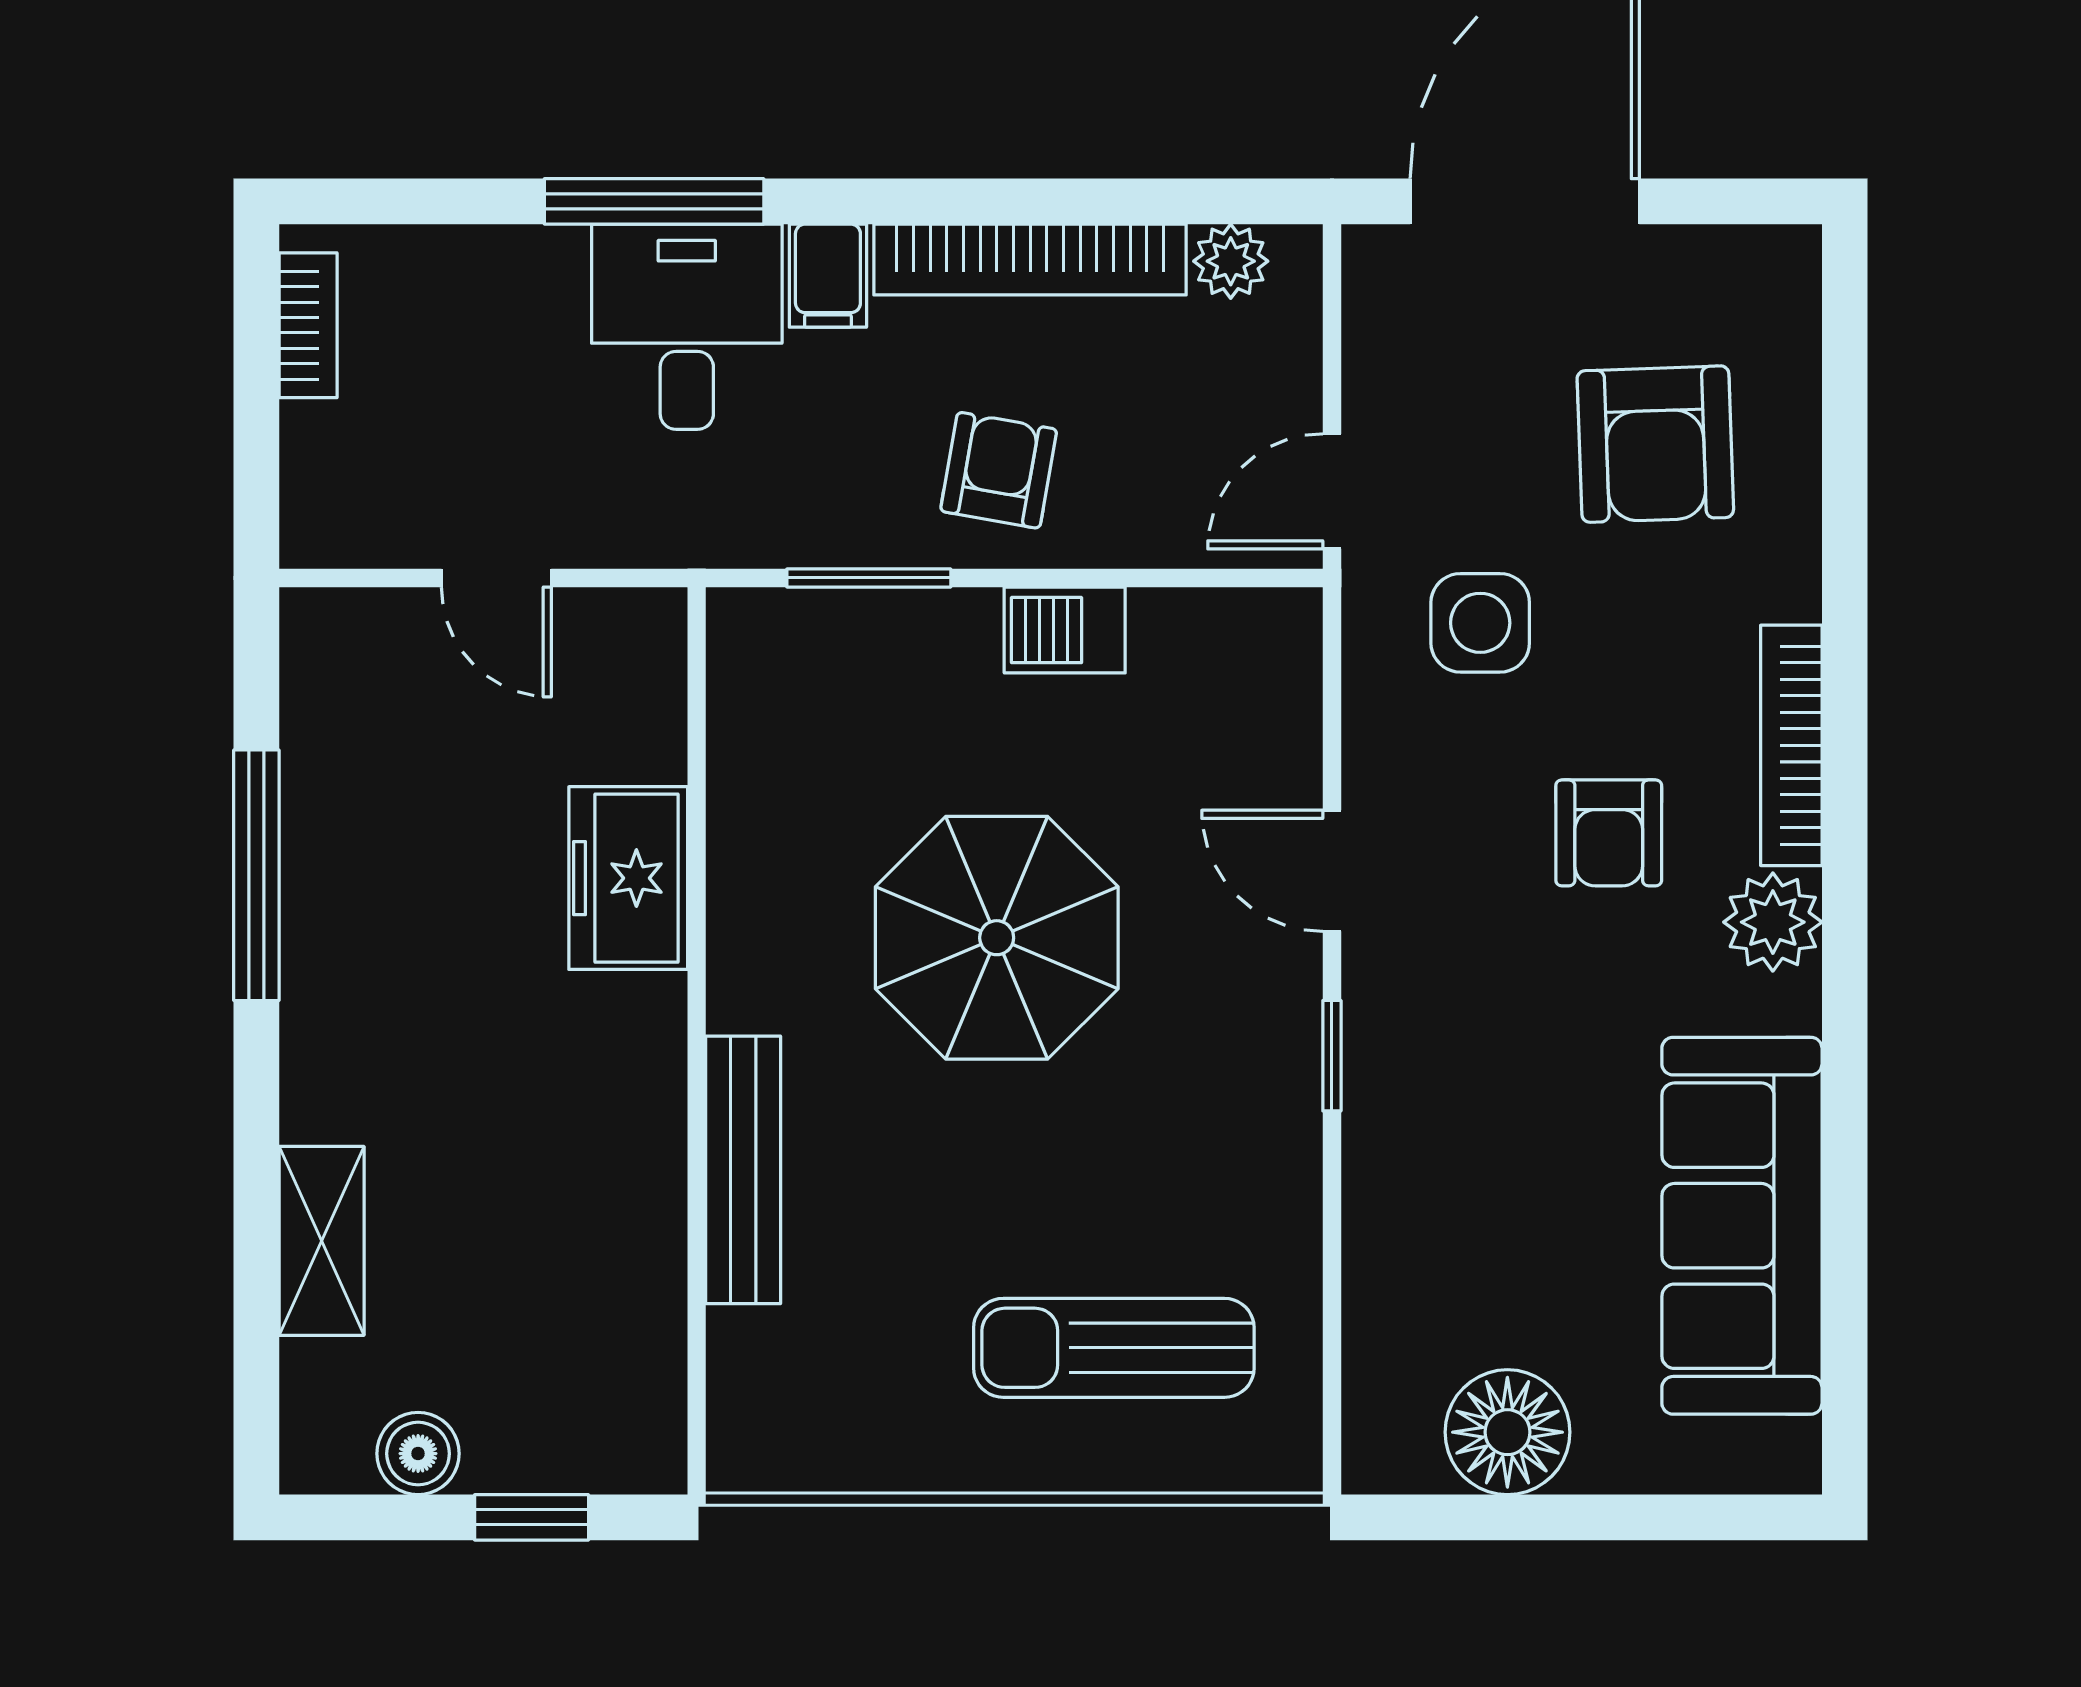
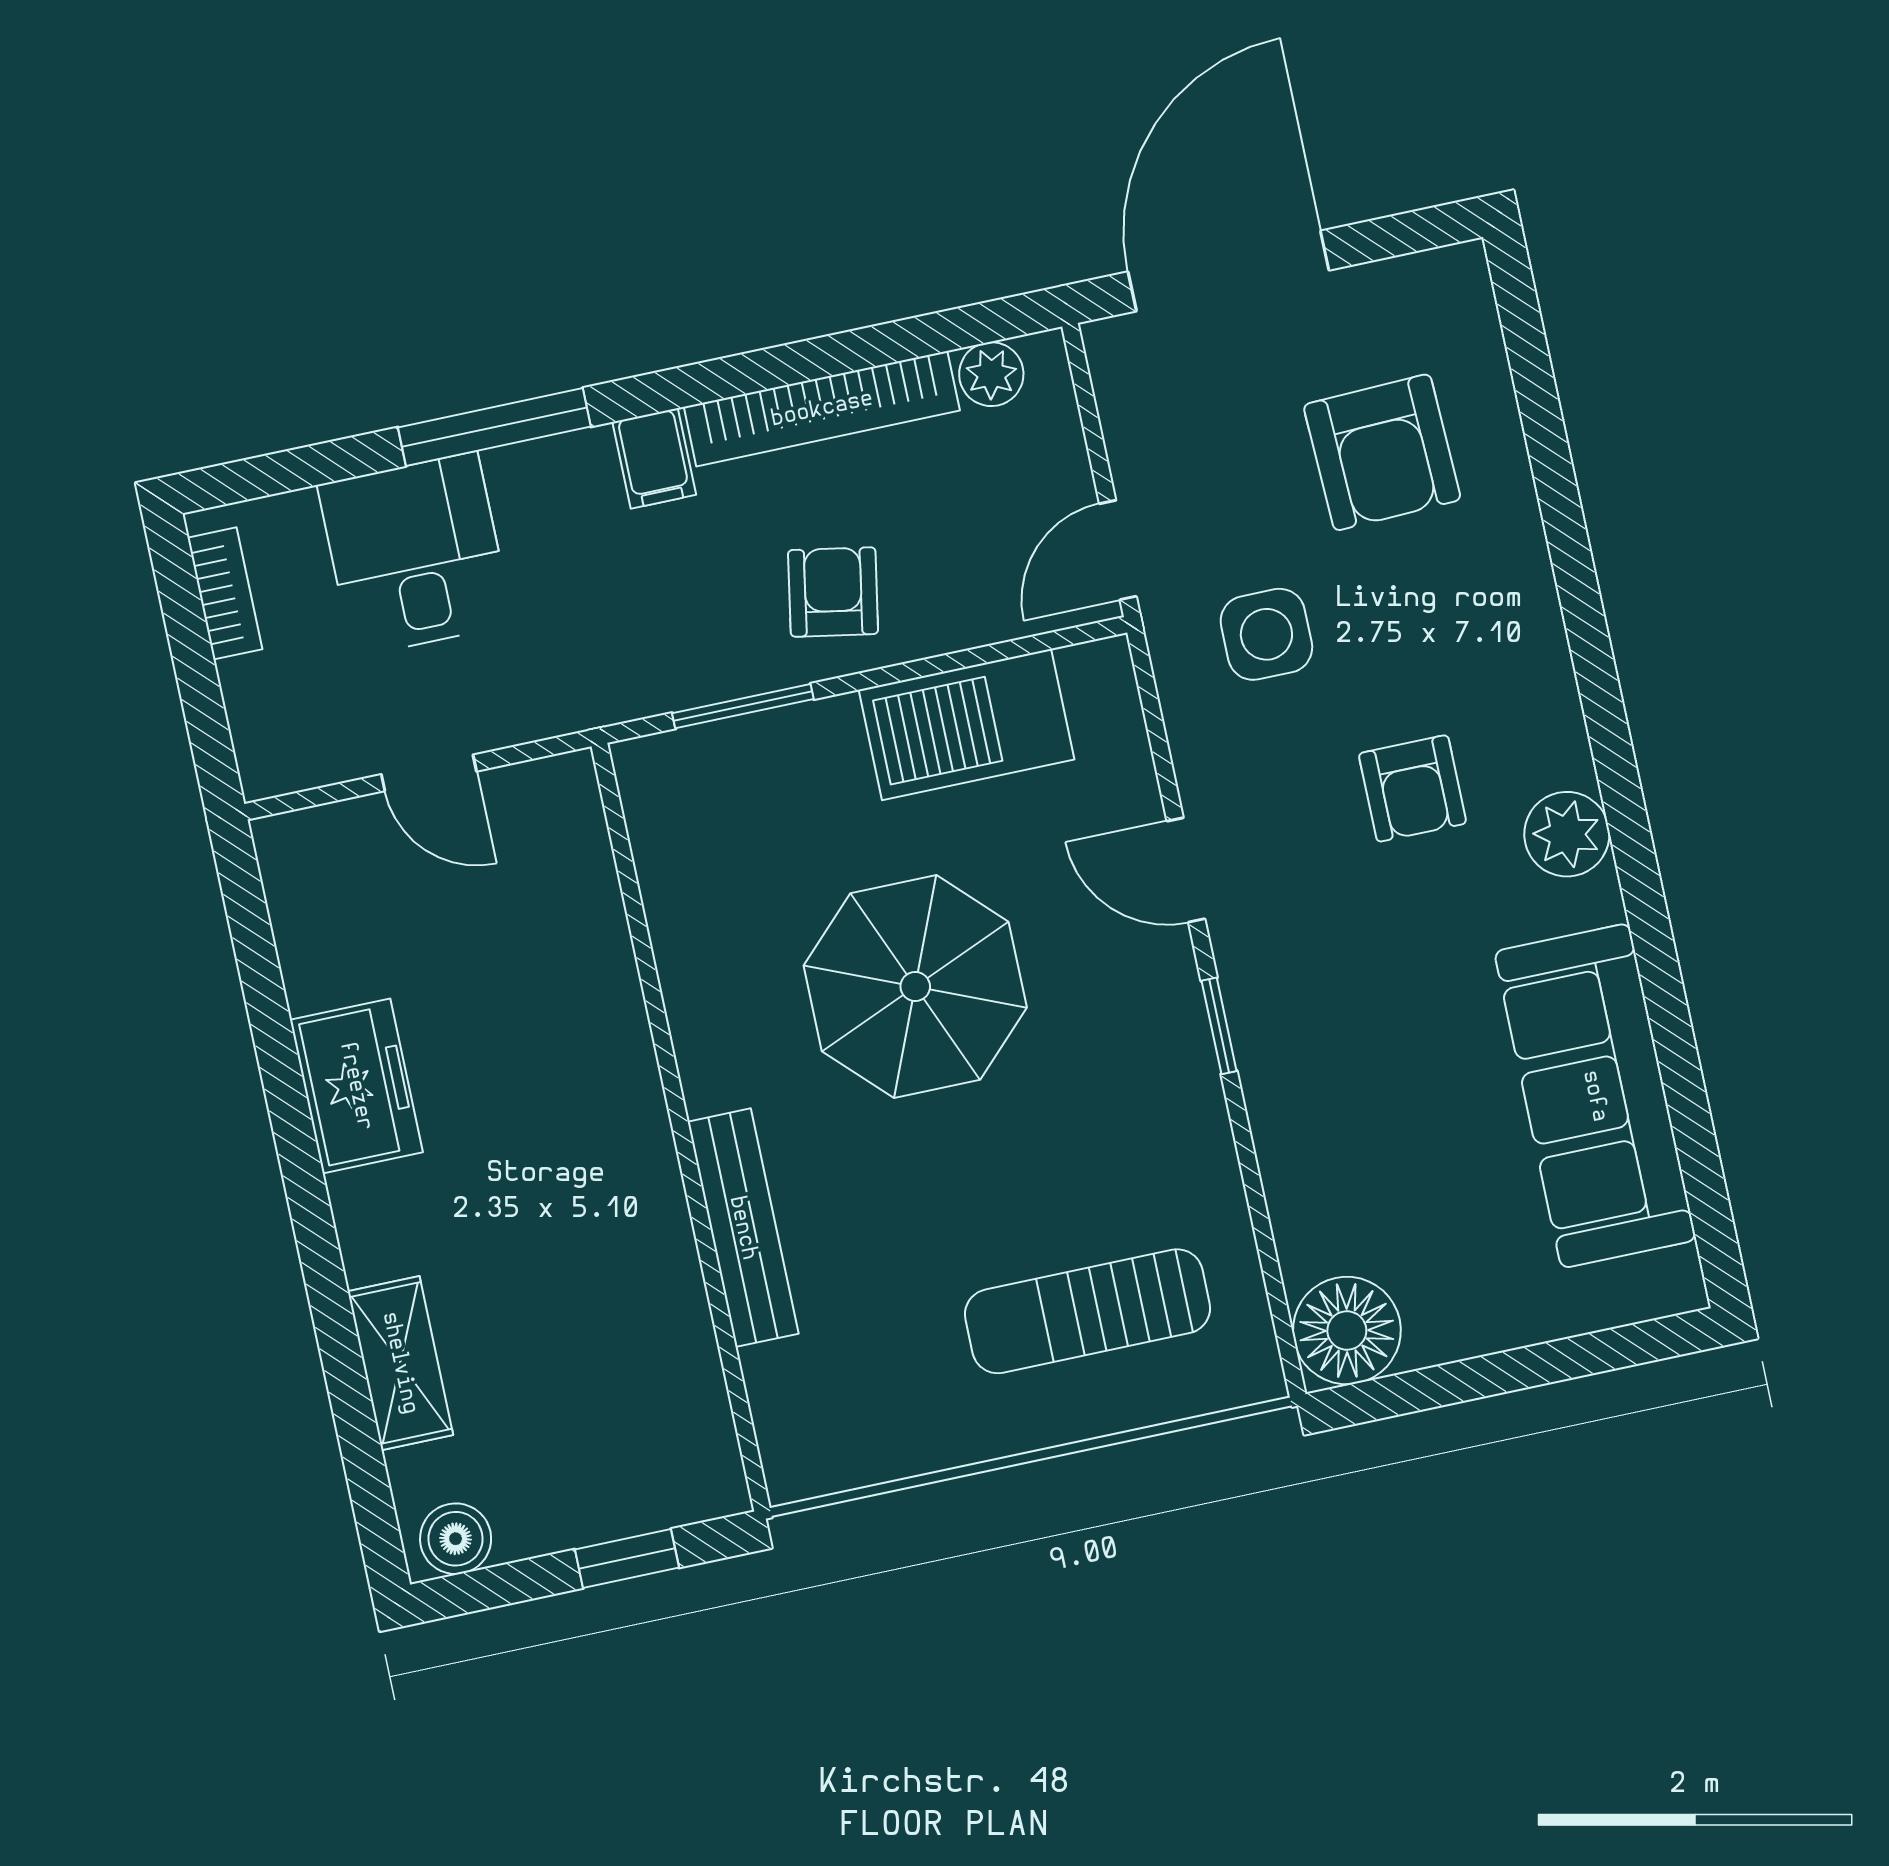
desk: (687, 327) -> (415, 554), moved
barbecue: (1065, 630) -> (967, 725), width x1.88, depth x1.53
bookcase: (1791, 745) -> (1551, 682), removed
window: (256, 875) -> (280, 1066), removed
freezer: (628, 878) -> (356, 1086), moved, turned 180
floor lamp: (1507, 1432) -> (1347, 1330), moved
boiler: (418, 1454) -> (456, 1539), moved

